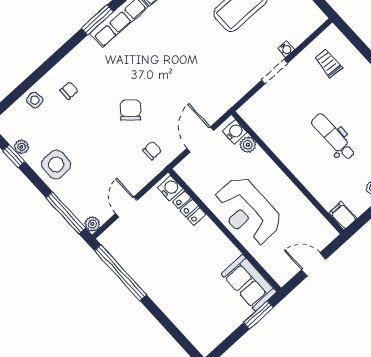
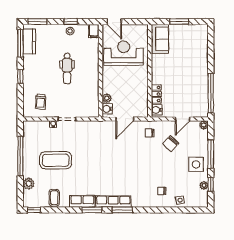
chair: (131, 110) -> (171, 144), moved
reception desk: (248, 211) -> (124, 53), moved, turned -90
window: (66, 213) -> (211, 154), moved
door: (314, 264) -> (114, 22), moved
window: (258, 315) -> (179, 22), moved

